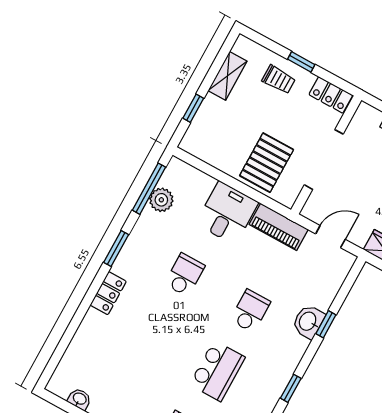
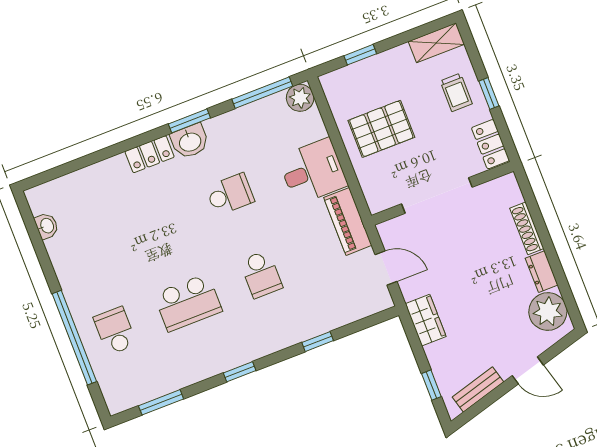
shelving: (227, 76) -> (436, 43), moved
pallet: (267, 163) -> (381, 129), moved
plant: (161, 200) -> (300, 98), moved
school desk: (250, 311) -> (261, 274), turned 90
washbasin: (308, 322) -> (190, 141), moved, turned 180

